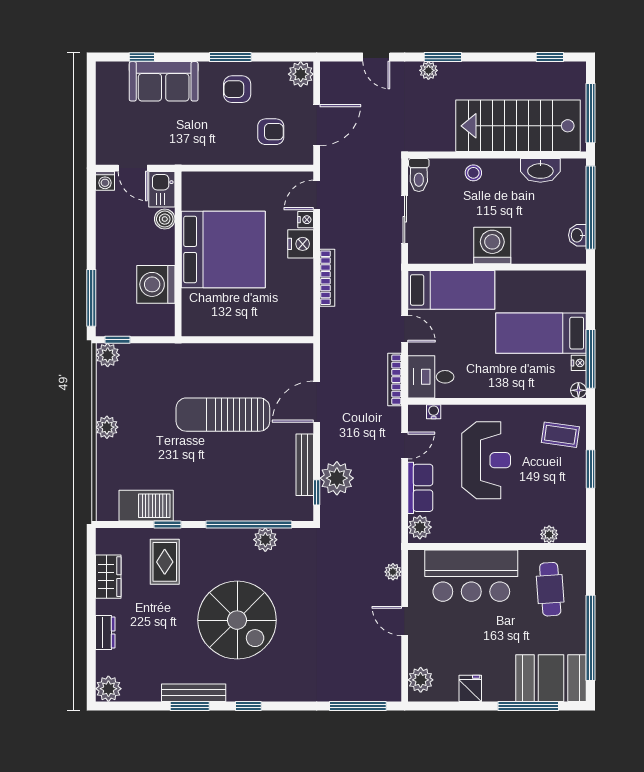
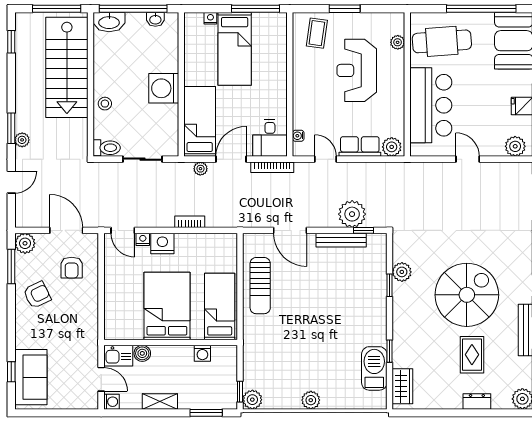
window: (230, 57) -> (11, 267), moved
sofa: (164, 81) -> (31, 377), moved
armchair: (237, 89) -> (37, 295), turned -116
armchair: (271, 132) -> (72, 268), turned 180
door: (133, 168) -> (101, 379), hinge flipped
washbasin: (540, 170) -> (109, 22), moved, turned 90
shelving: (105, 241) -> (160, 401), added
bed: (223, 249) -> (167, 306), width x0.73
bookcase: (327, 278) -> (190, 222), width x0.64
washing machine: (156, 284) -> (202, 353), width x0.53, depth x0.53
window: (91, 298) -> (206, 413), width x0.69
bed: (223, 315) -> (220, 307), added
door: (405, 329) -> (231, 159), width x1.38
nightstand: (579, 363) -> (210, 18), moved
floor lamp: (578, 390) -> (281, 19), removed
sun lounger: (223, 415) -> (260, 286), moved, width x0.73, depth x0.75
reception desk: (486, 460) -> (357, 70), moved, turned -90
window: (249, 525) -> (390, 285), width x0.32
rug: (165, 562) -> (472, 355), moved, turned 90
plant: (393, 572) -> (200, 169), moved
wardrobe: (108, 577) -> (402, 386), moved, turned 90
cafe table: (550, 589) -> (442, 41), width x1.37, depth x1.35
door: (405, 621) -> (468, 159), swing flipped

